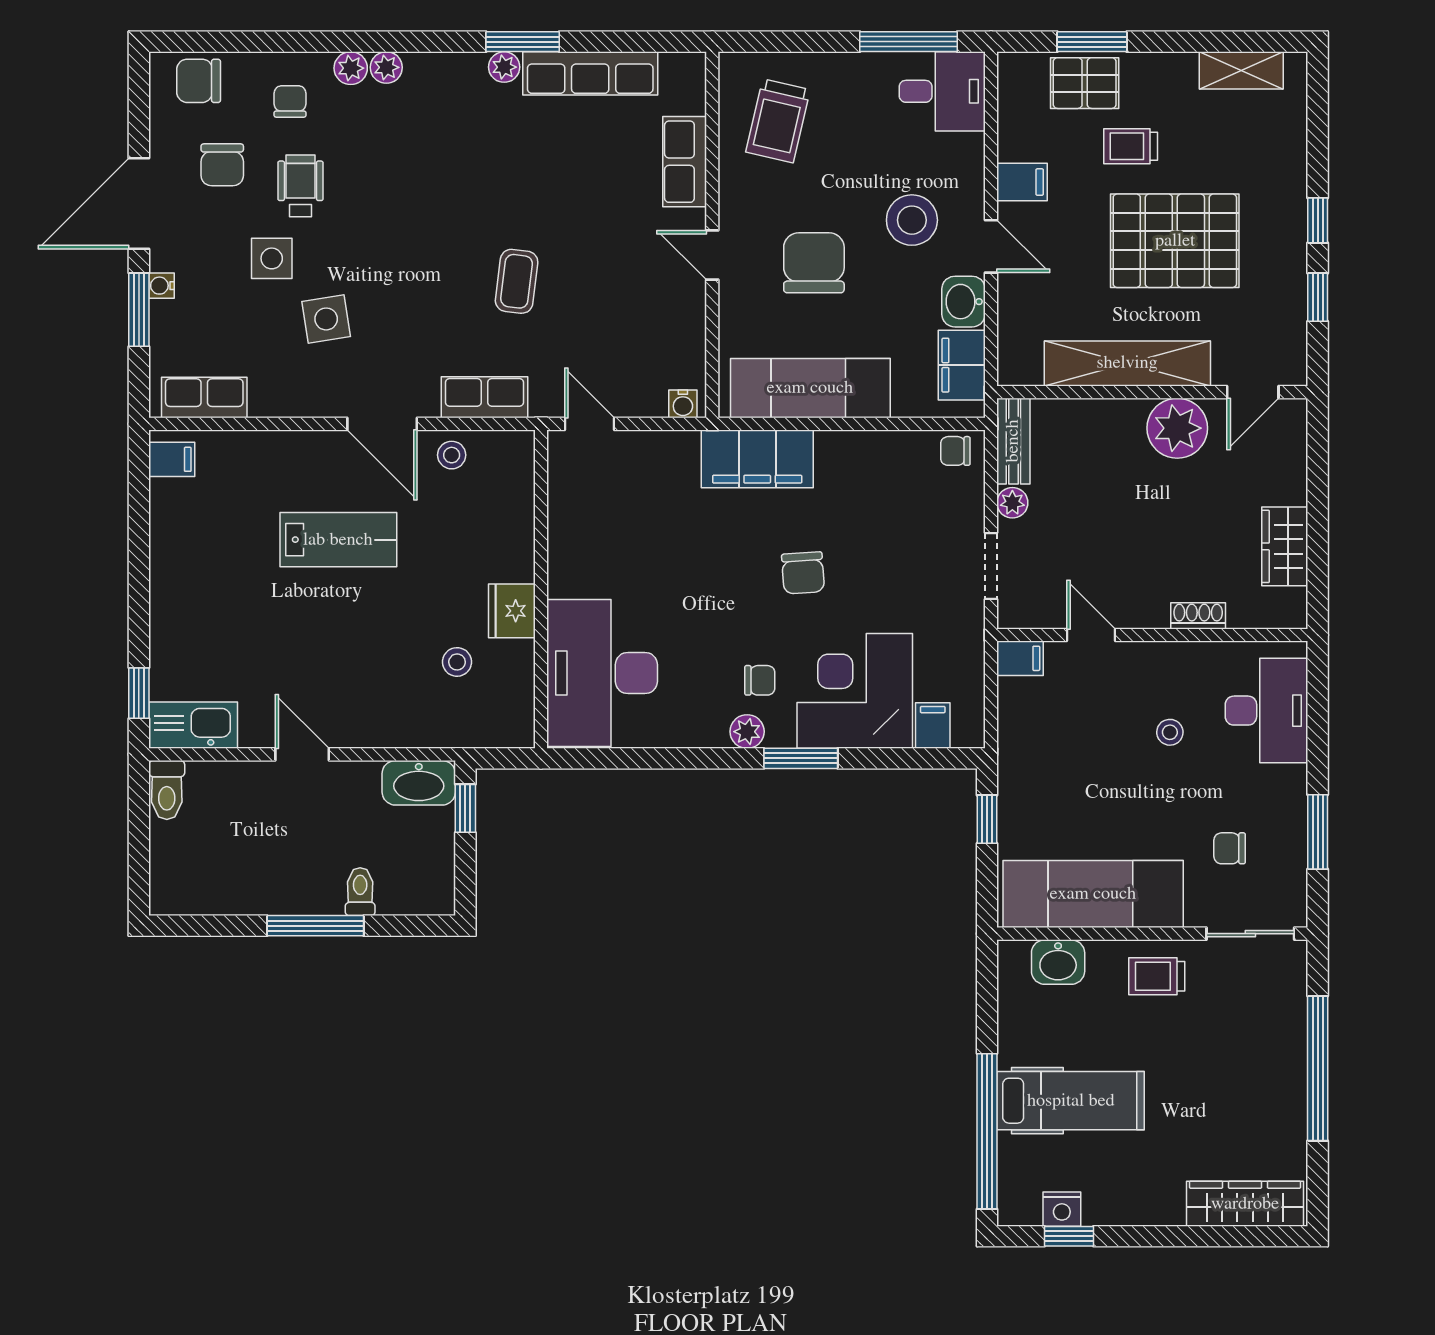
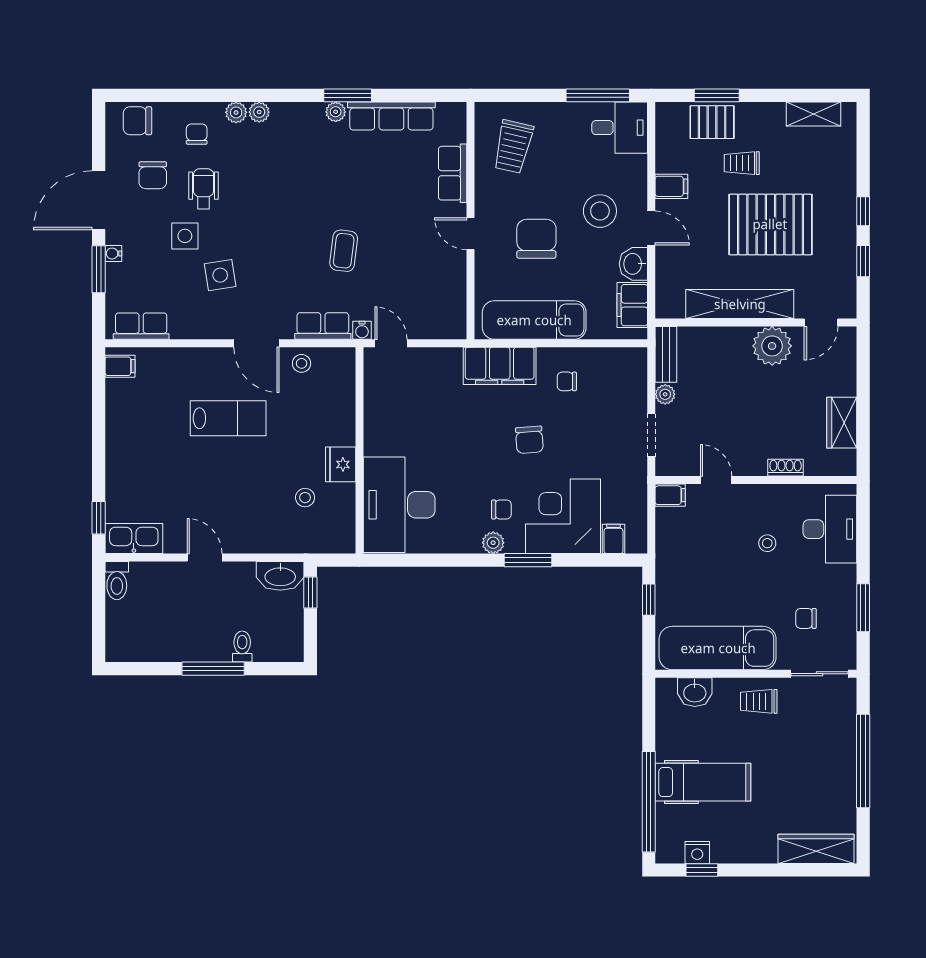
water cooler: (683, 404) -> (362, 330), moved
chair: (955, 451) -> (567, 381), moved

